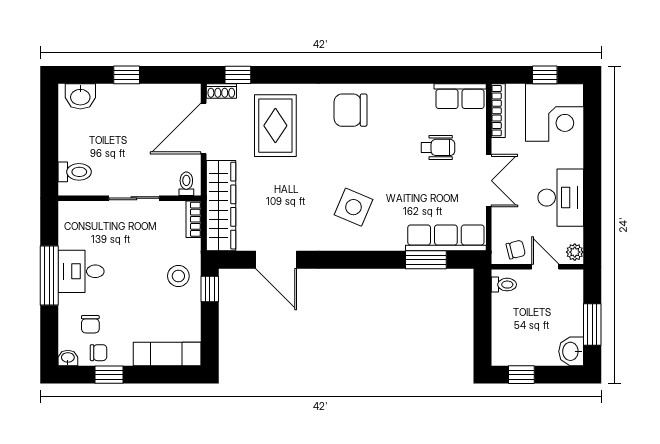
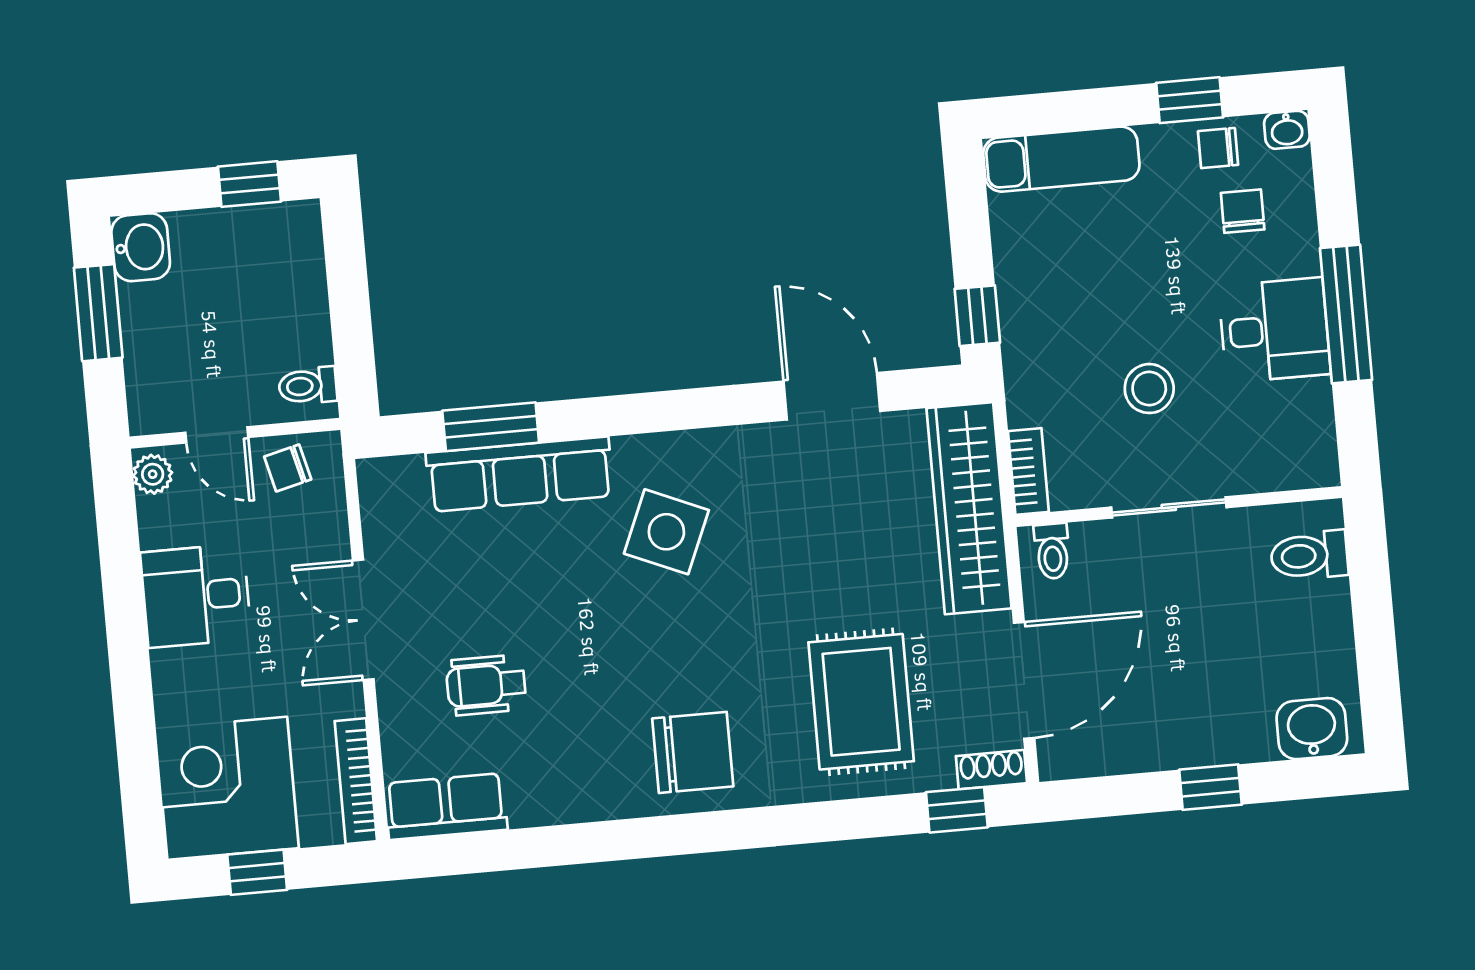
desk: (561, 198) -> (196, 596), width x0.73
row of seats: (446, 238) -> (520, 474), moved
stool: (178, 276) -> (1149, 389), moved

